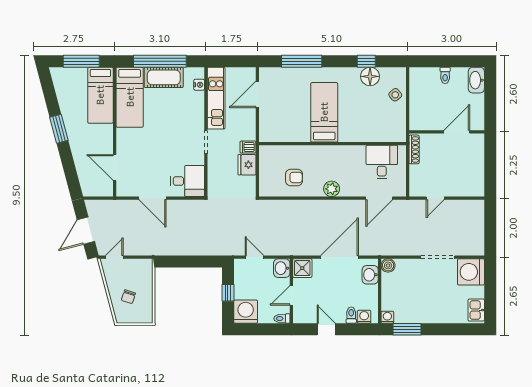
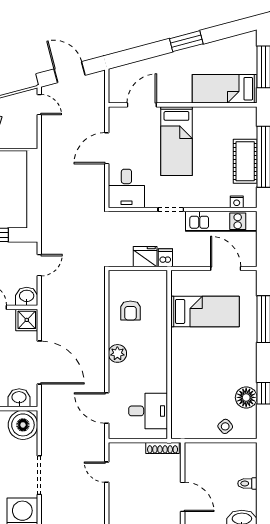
bed: (130, 97) -> (176, 141), moved, turned -90
bed: (324, 112) -> (205, 311), moved
boiler: (388, 265) -> (23, 425), width x1.86, depth x1.86

